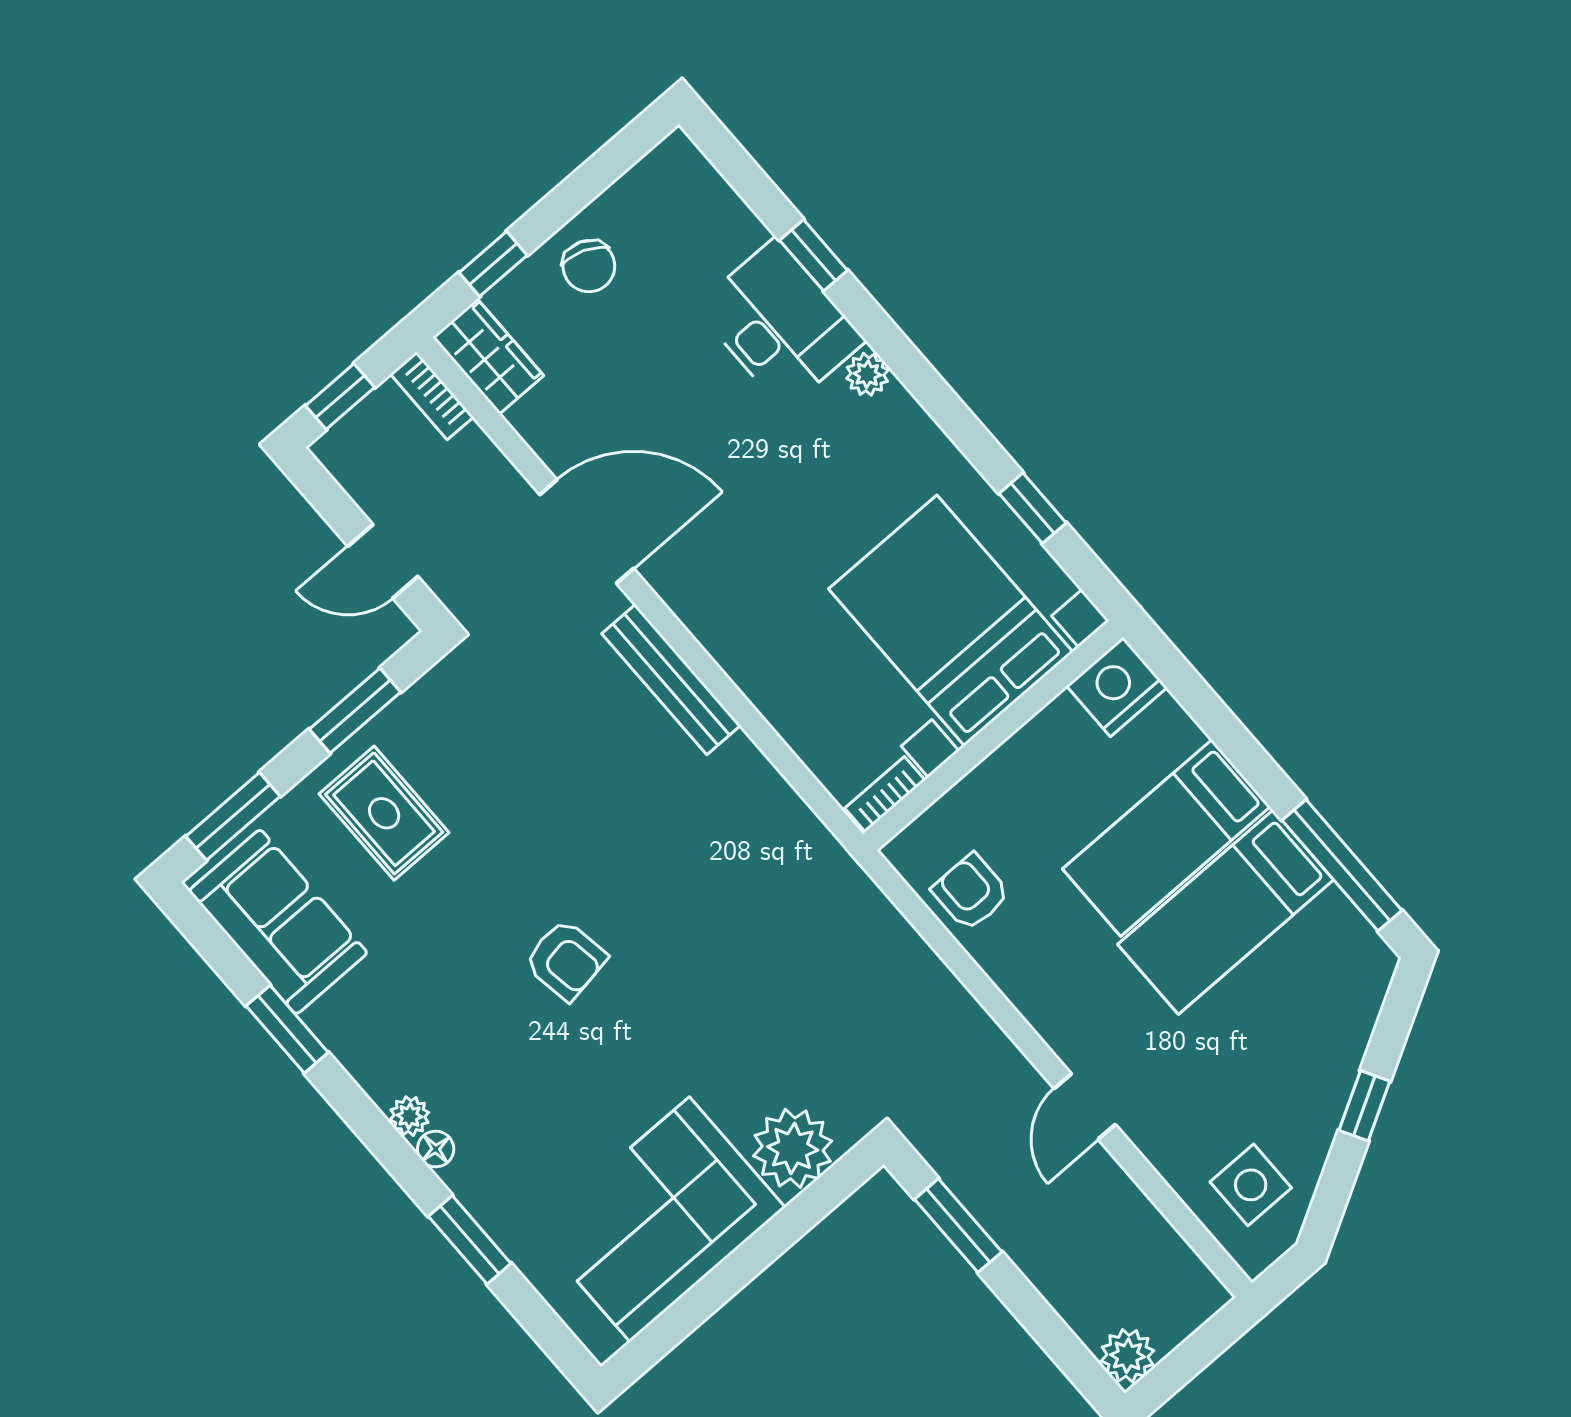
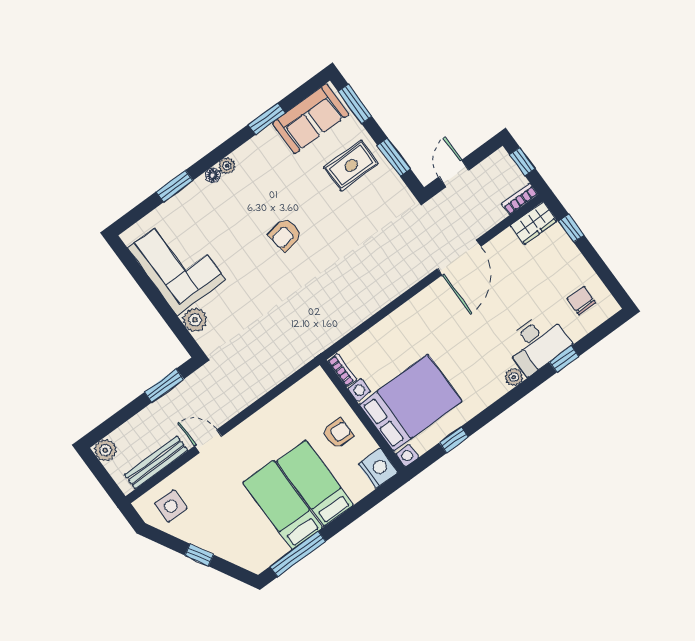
chair: (589, 266) -> (581, 301), moved, turned 69
bench: (671, 679) -> (156, 462), moved
armchair: (971, 892) -> (338, 433), moved
plant: (793, 1148) -> (195, 320), width x0.73, depth x0.73

